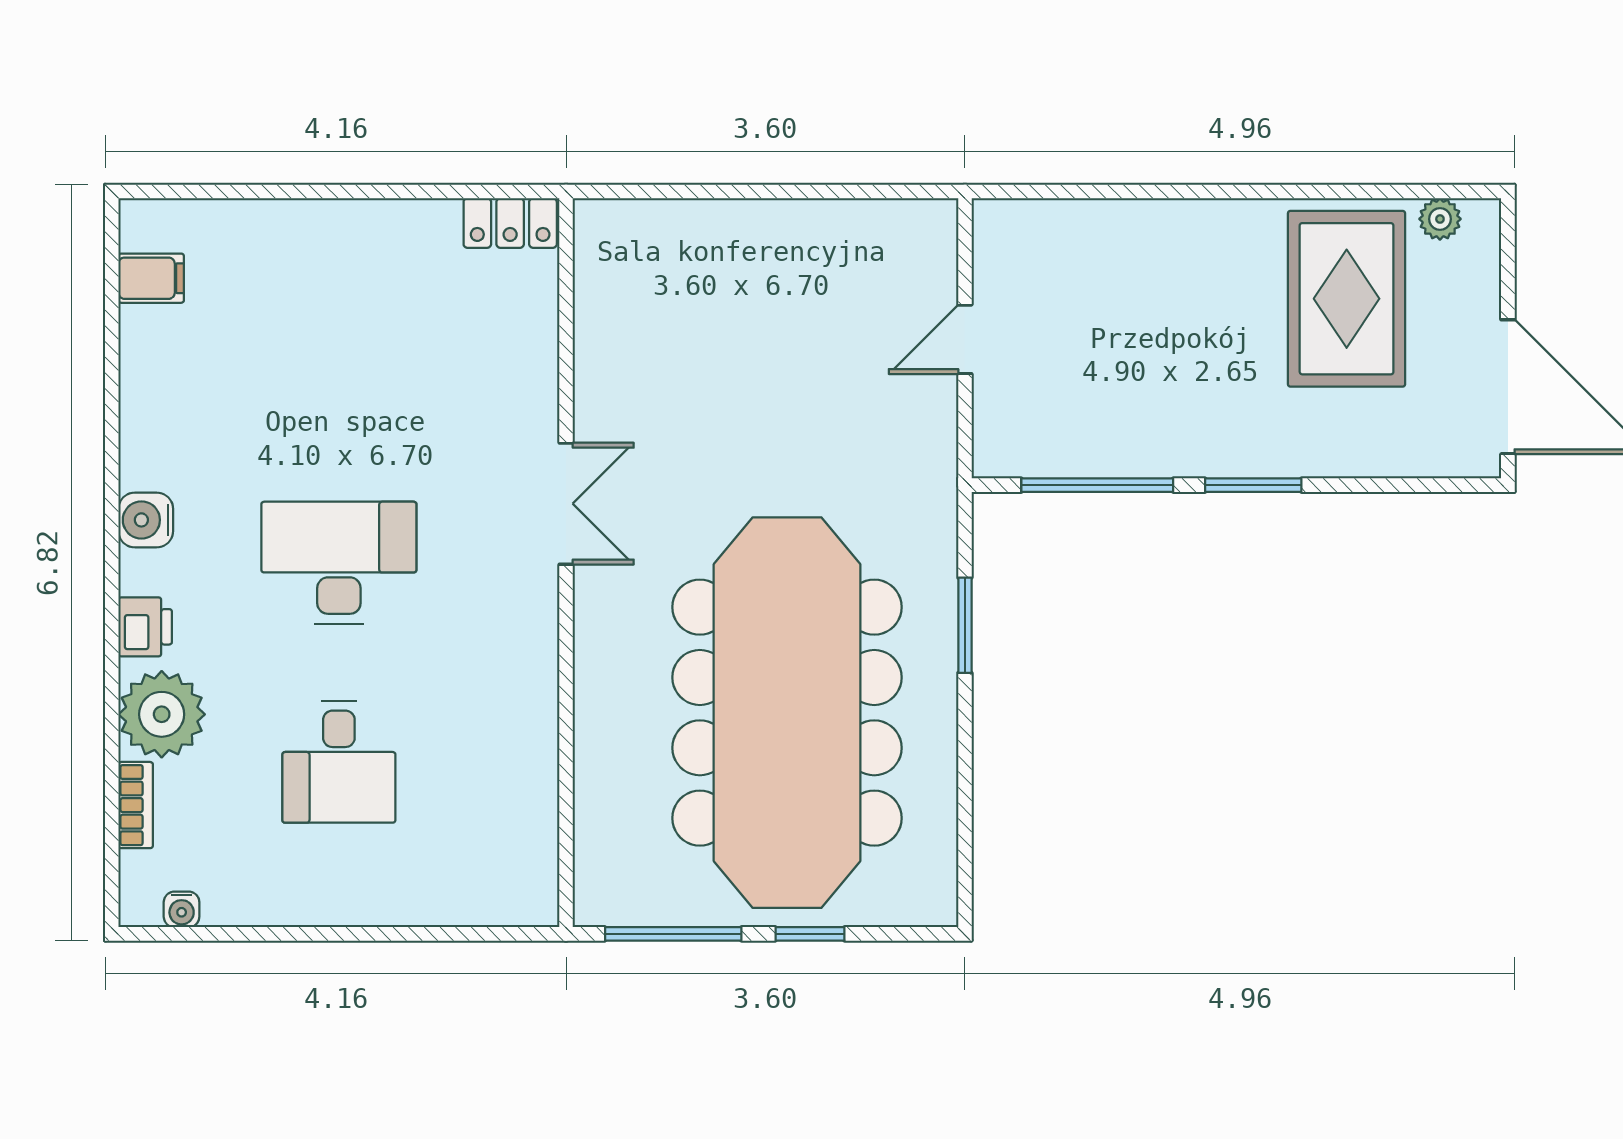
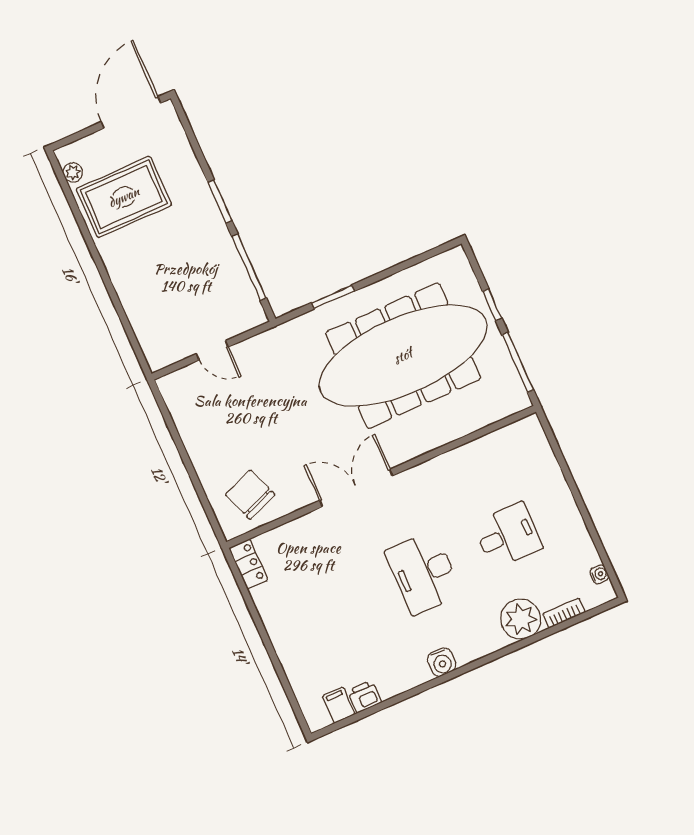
chair: (646, 288) -> (250, 495), added
double door: (566, 504) -> (356, 488), width x1.37
printer: (145, 627) -> (364, 697), moved

